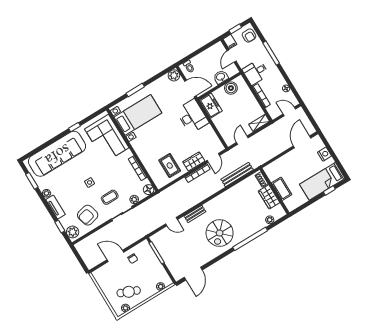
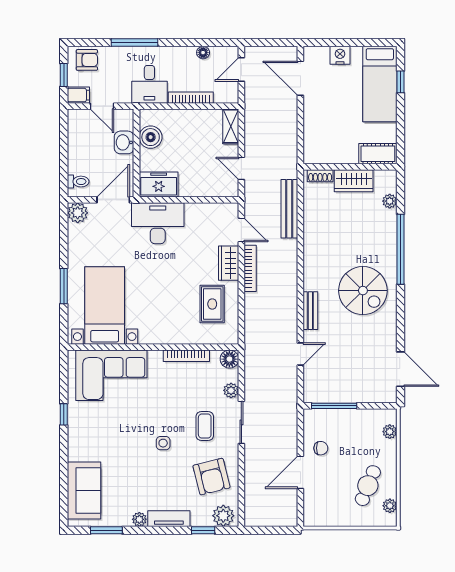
sofa: (57, 154) -> (84, 491), width x0.54, depth x0.79
rug: (170, 166) -> (212, 304), turned 90
cot: (282, 189) -> (378, 154), moved

